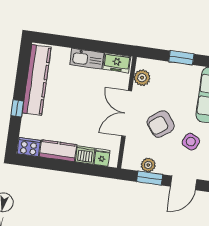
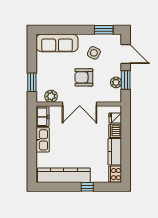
window: (181, 58) -> (32, 82), moved
armchair: (161, 124) -> (84, 77), turned 127

